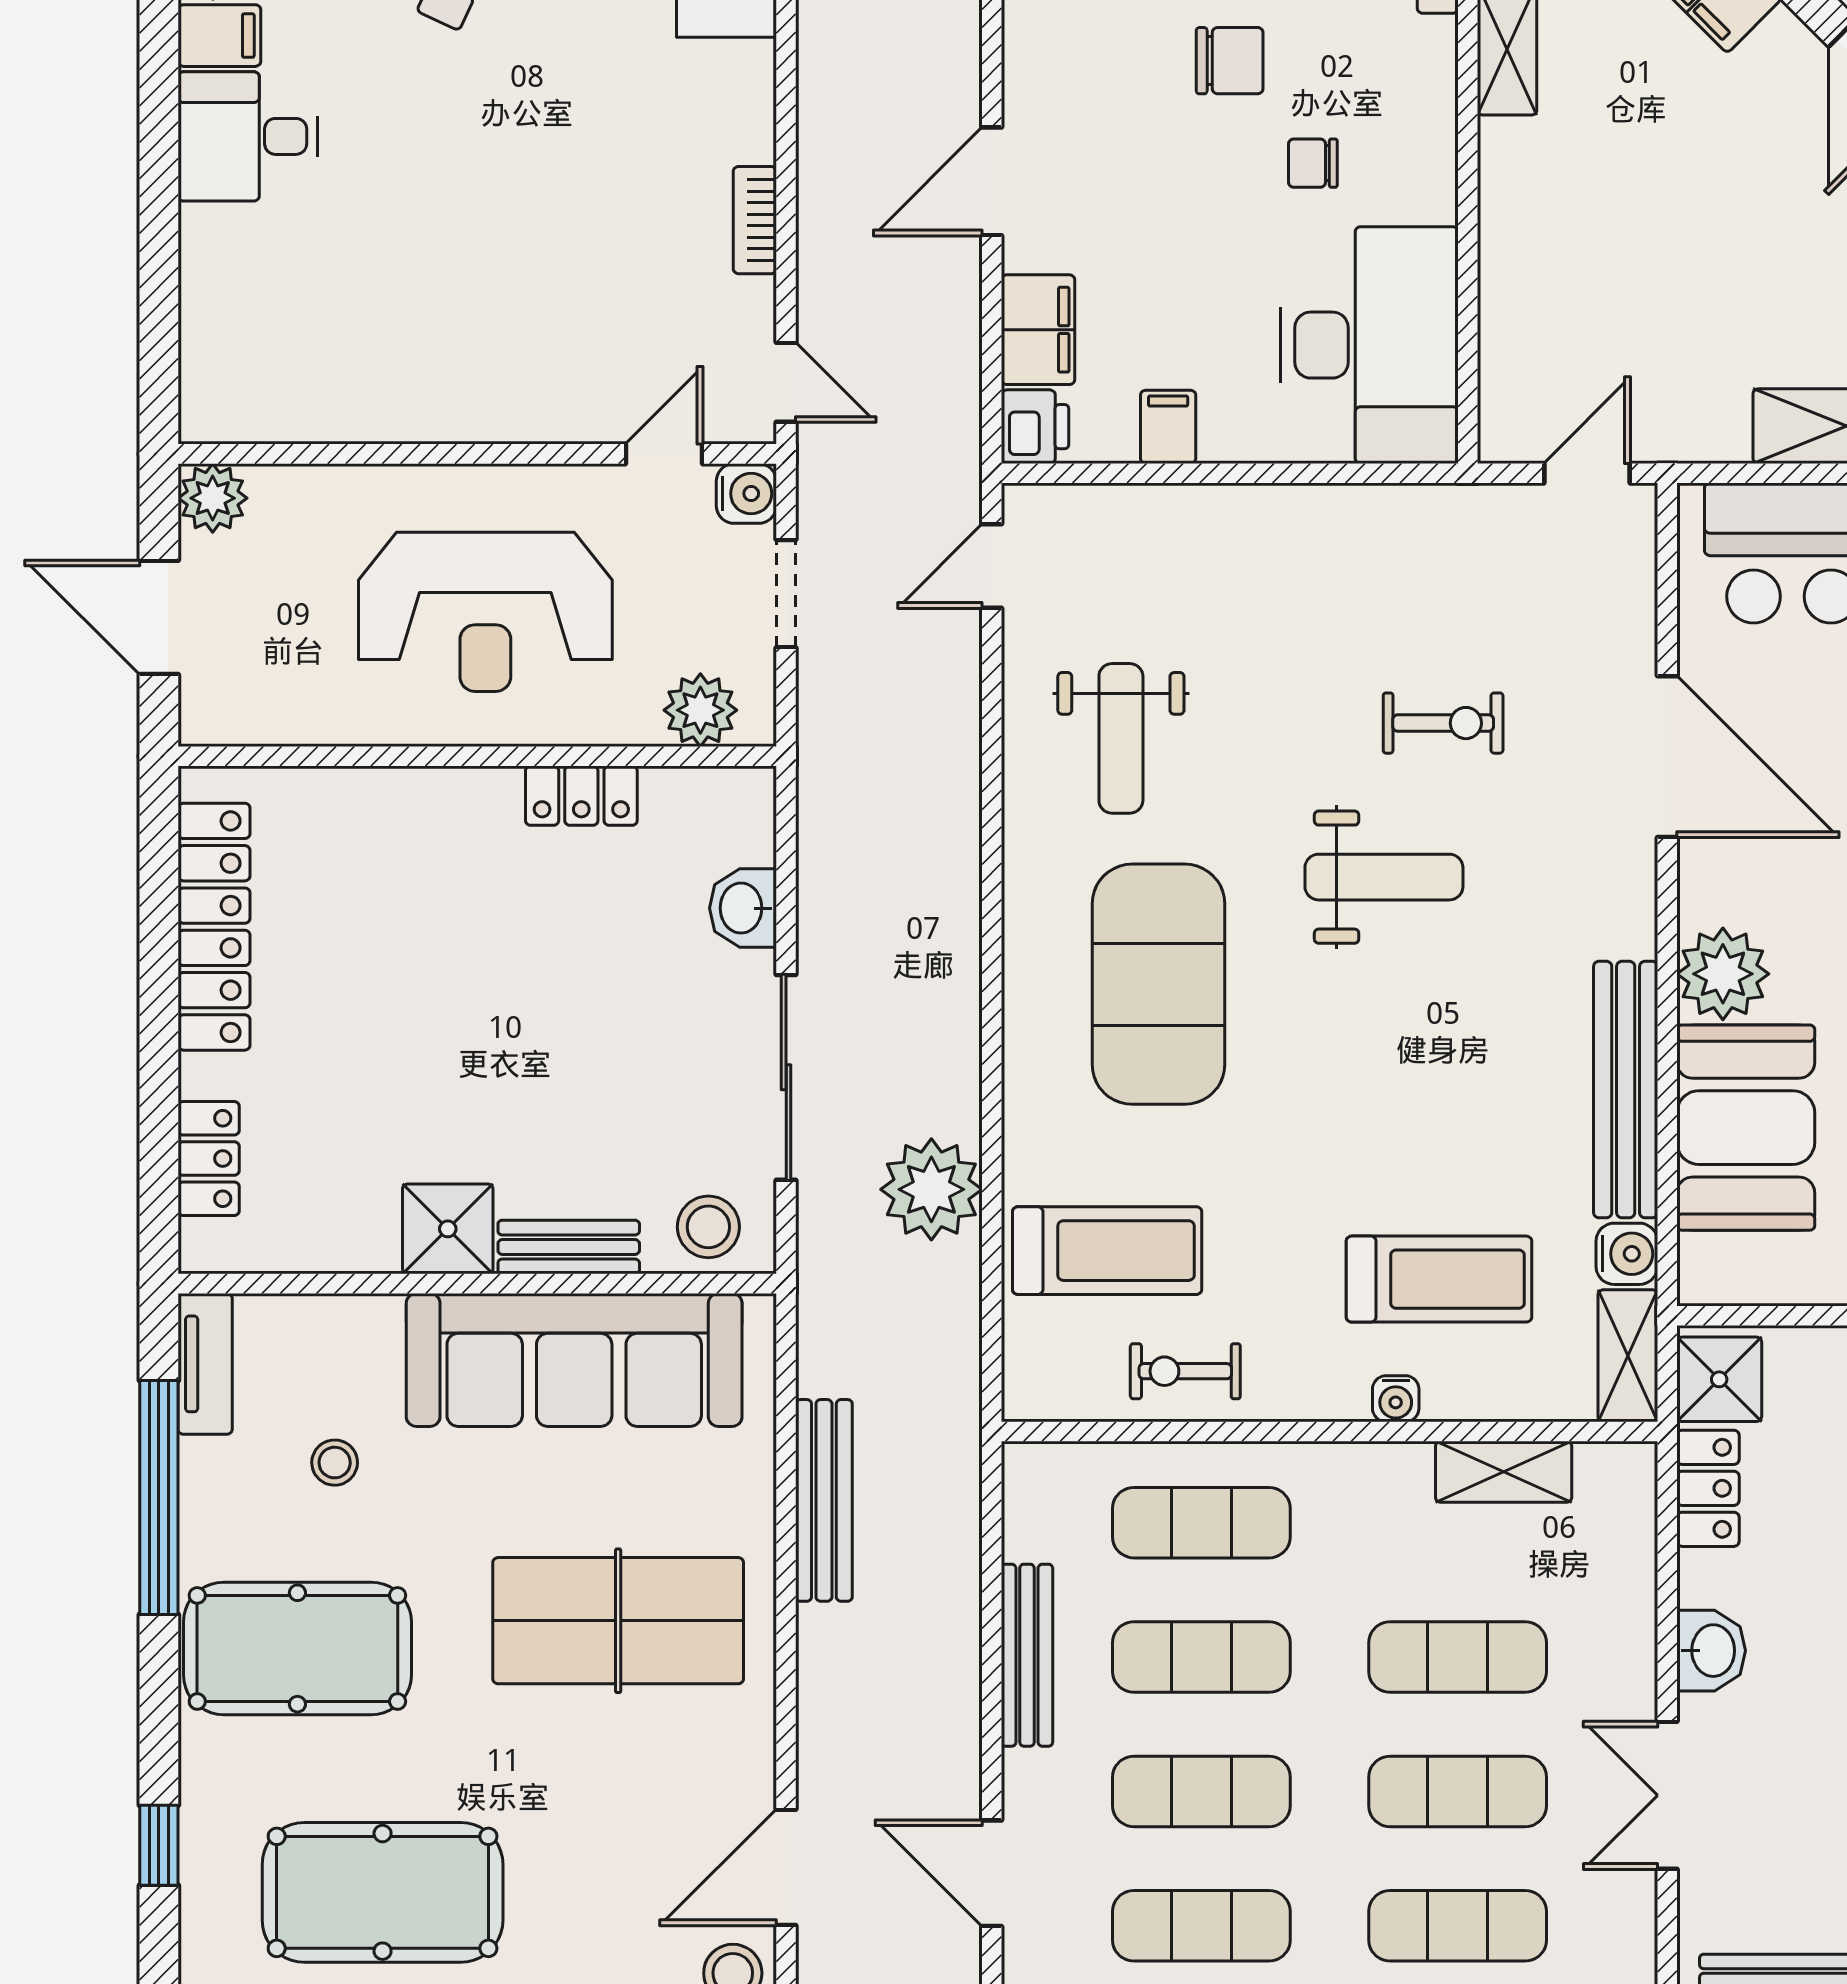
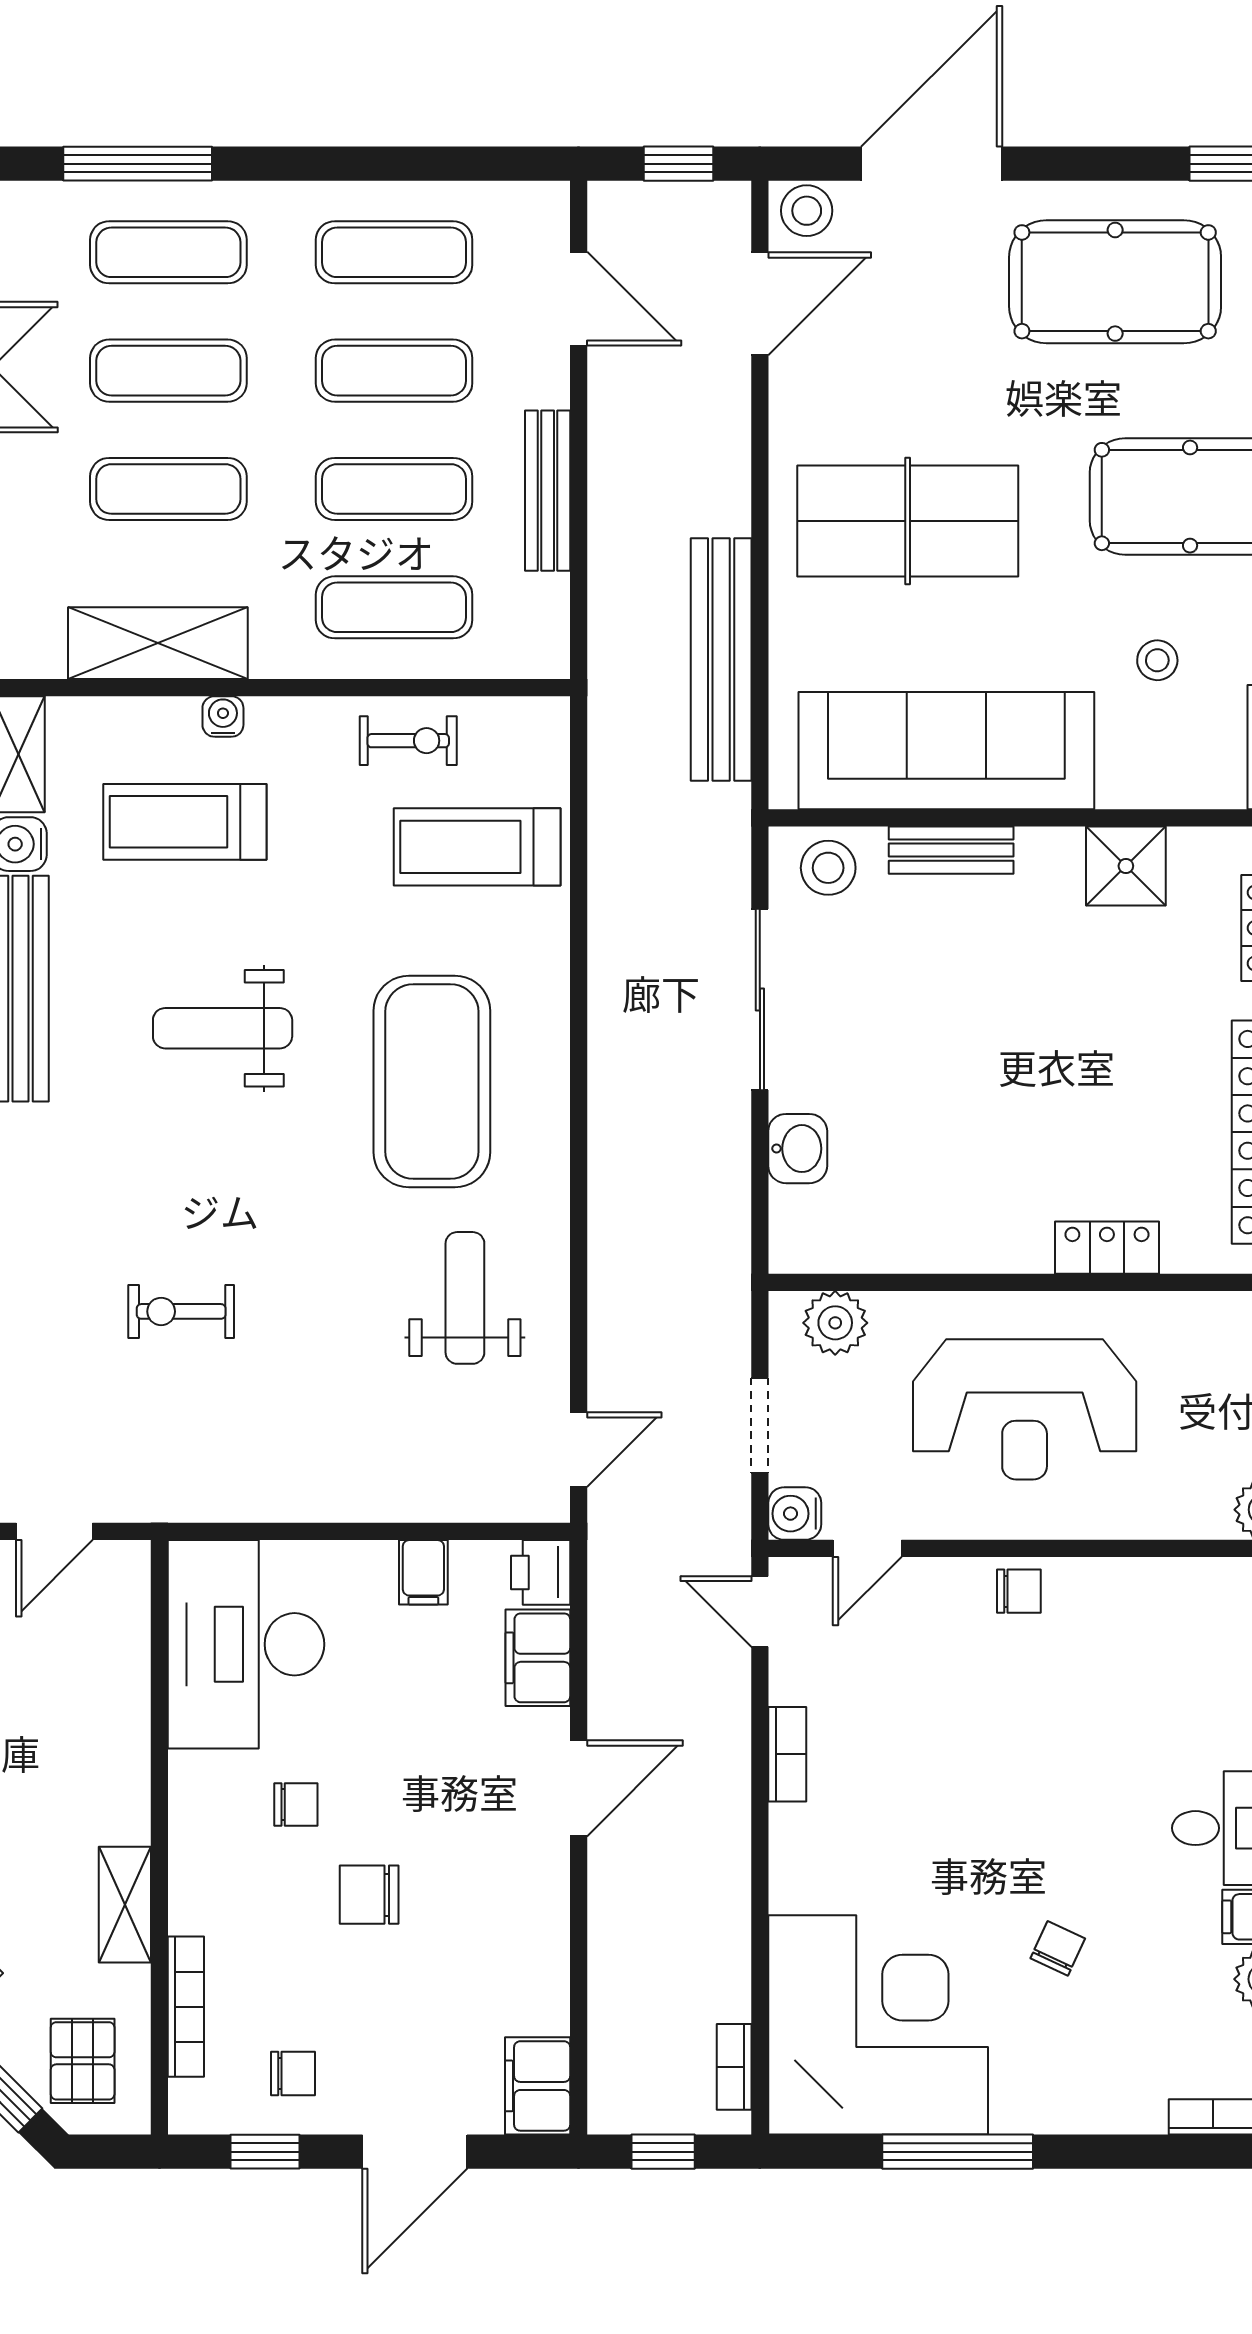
chair: (492, 405) -> (1019, 1591), added
reception desk: (485, 612) -> (1025, 1409), turned 180
locker: (581, 796) -> (1107, 1248), moved
weight bench: (1384, 877) -> (223, 1028), moved
plant: (931, 1189) -> (632, 901), removed
shower: (448, 1229) -> (1126, 866), moved
shelving: (1504, 1472) -> (158, 643), width x1.50, depth x1.33
bench: (824, 1500) -> (721, 660), width x1.37, depth x1.21

